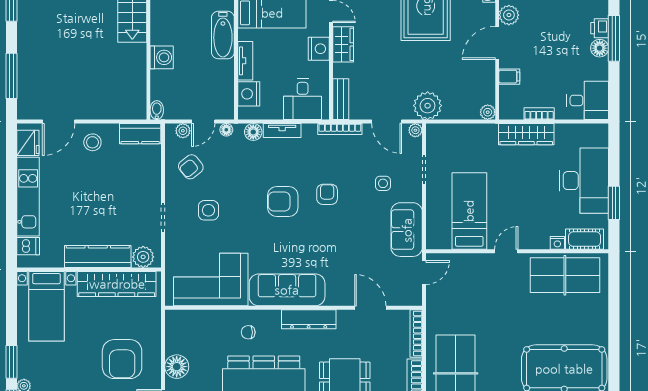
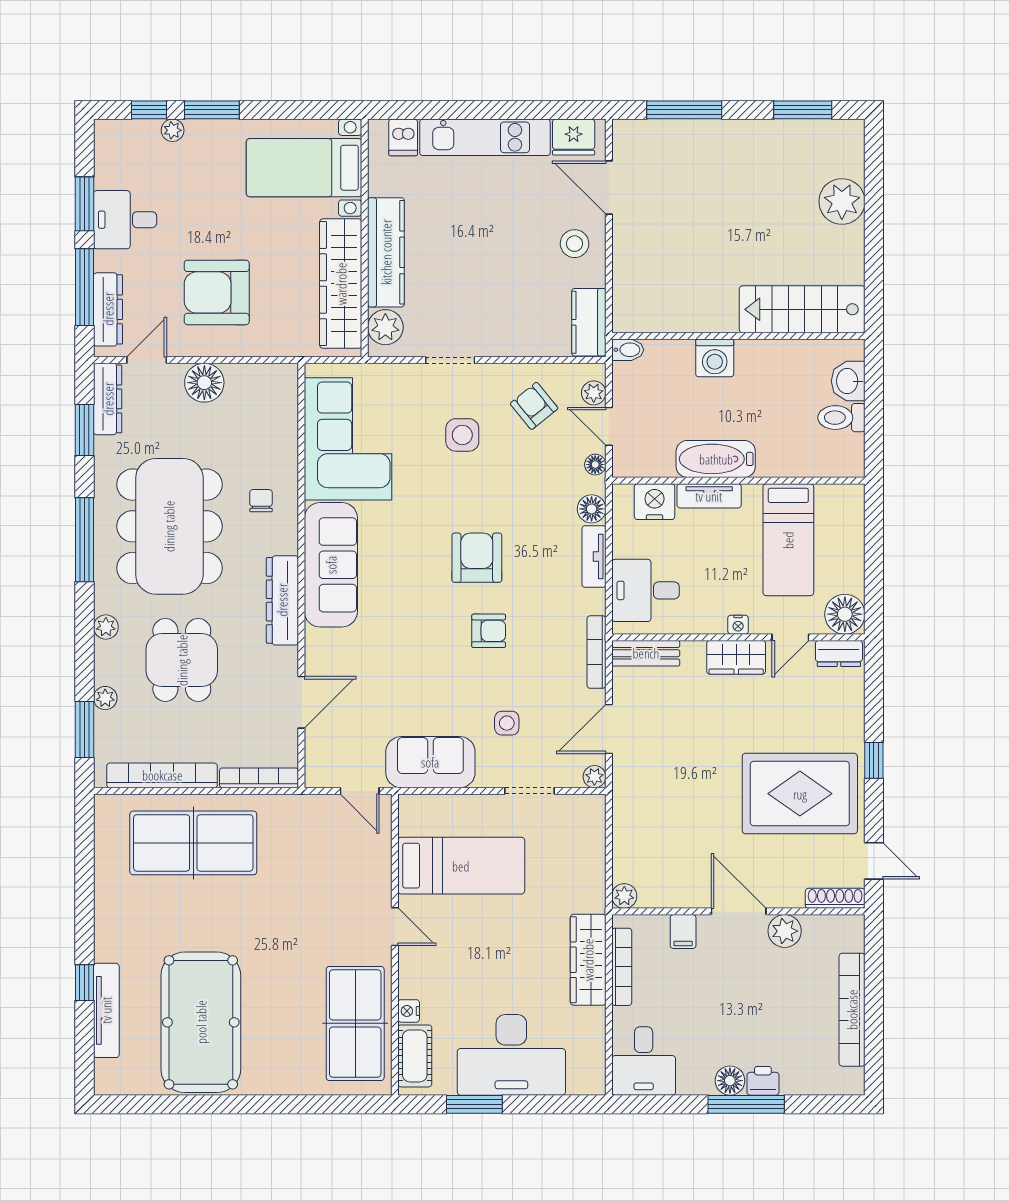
bathtub: (223, 35) -> (716, 459), moved
nightstand: (319, 49) -> (738, 625), width x0.53, depth x0.56
plant: (428, 106) -> (635, 797), removed
bookcase: (539, 114) -> (622, 967), width x1.56

